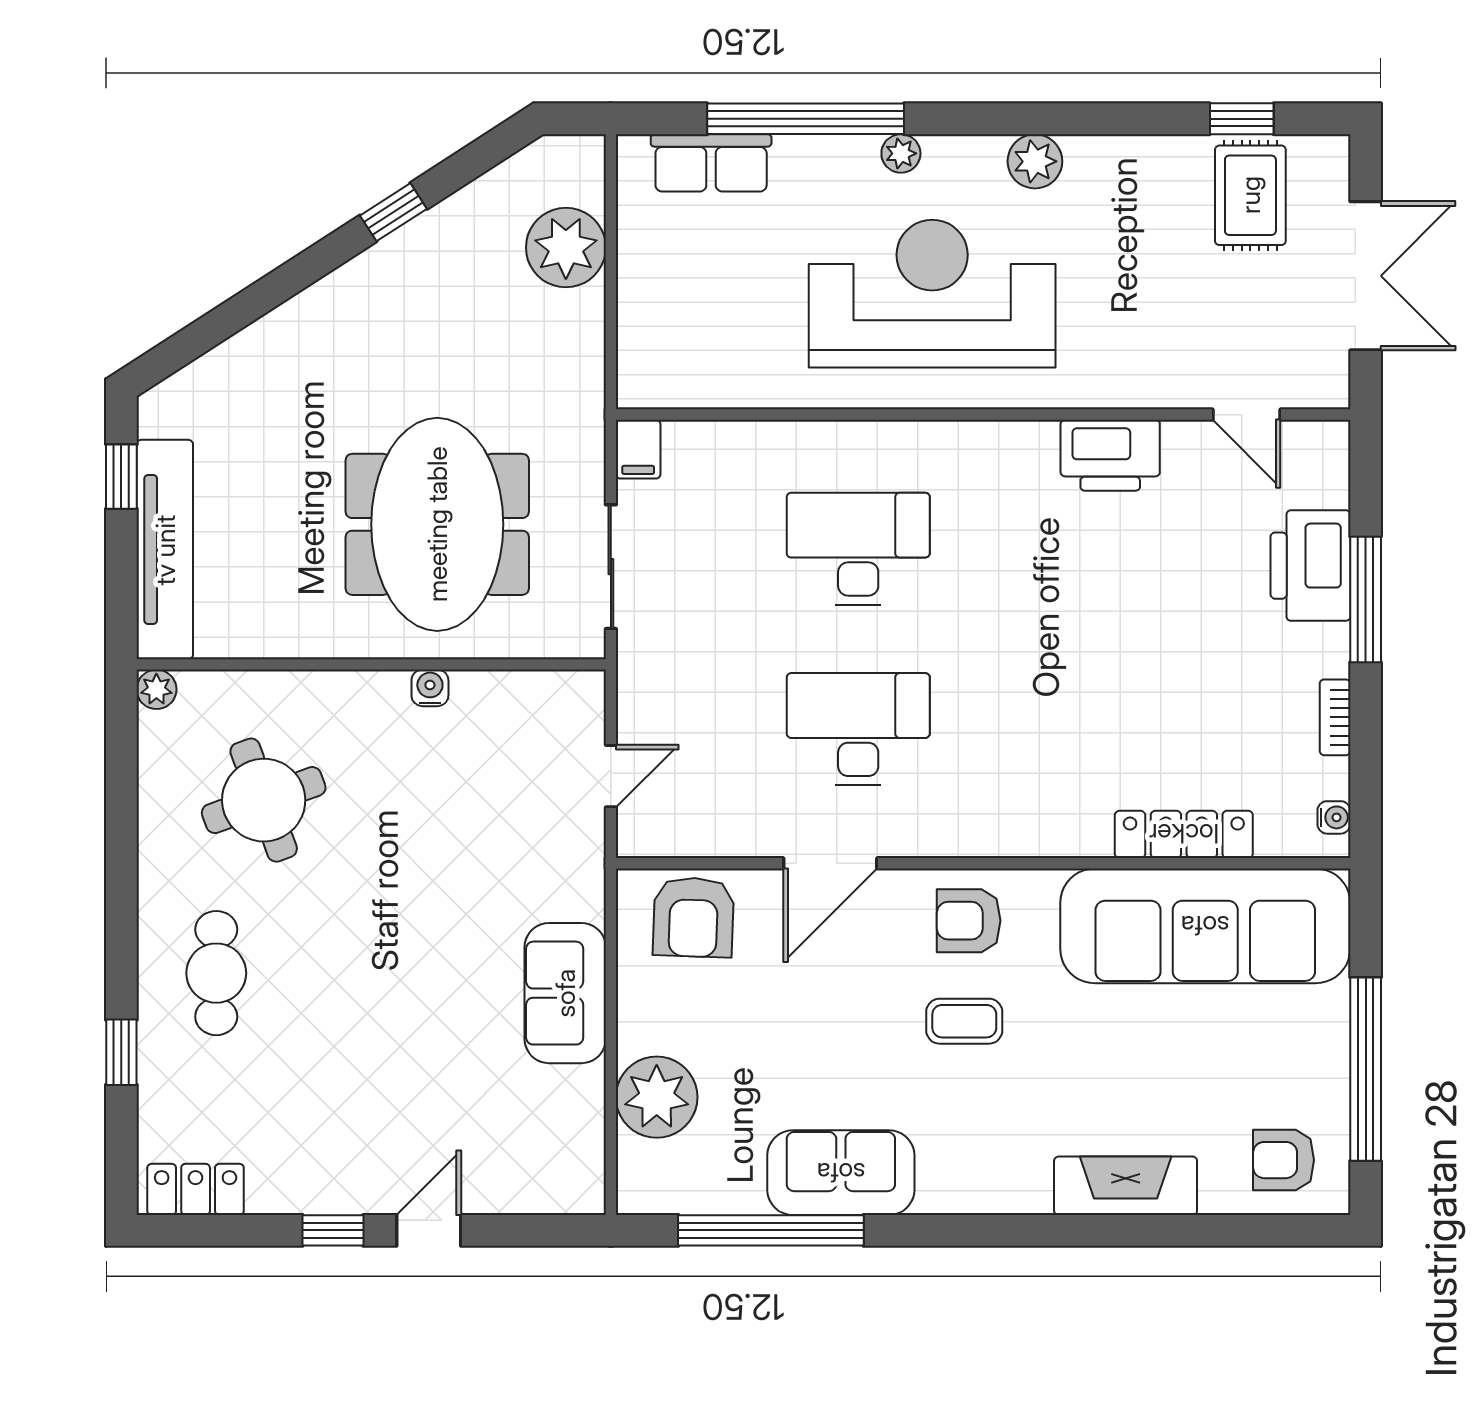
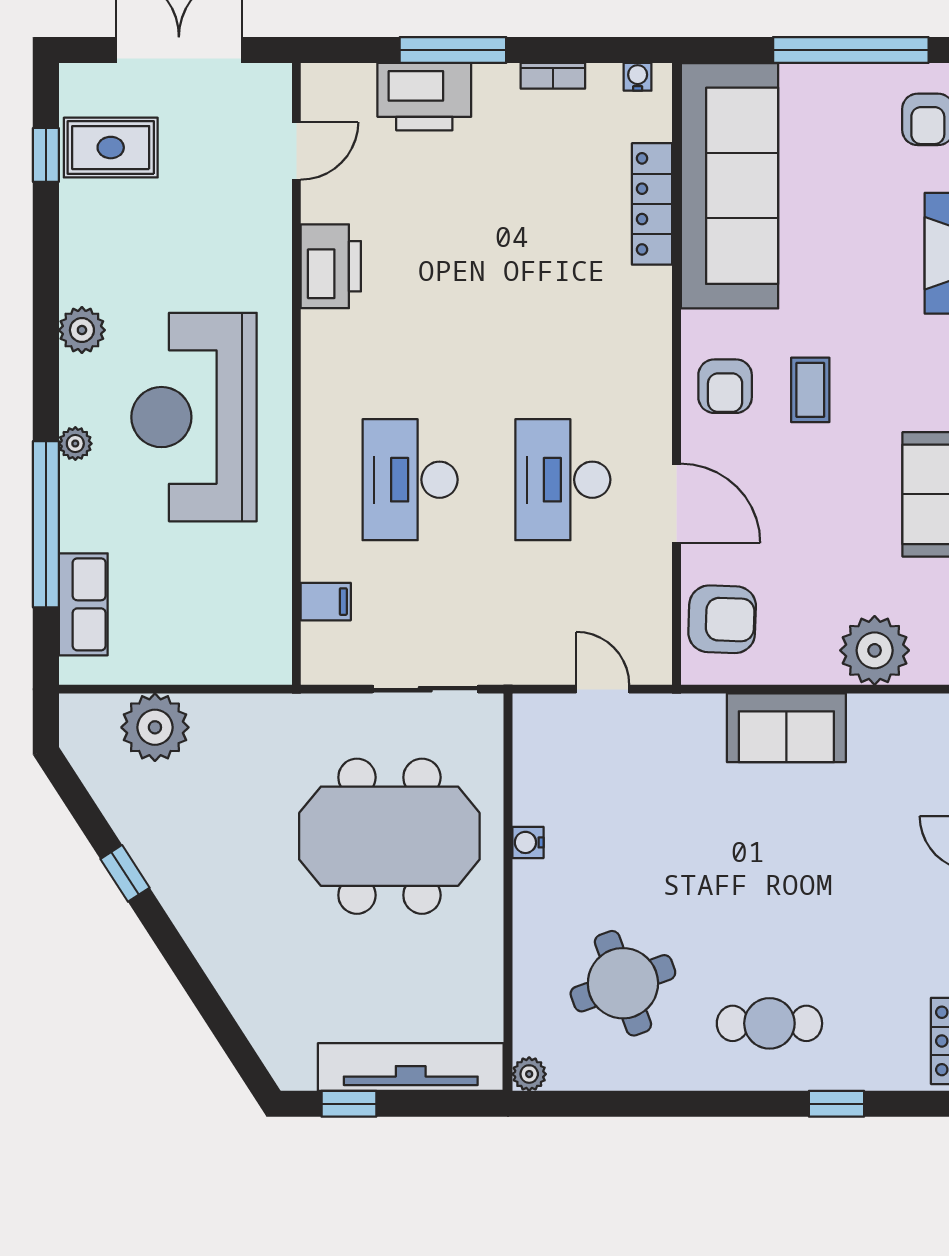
filing cabinet: (638, 449) -> (326, 602), moved

